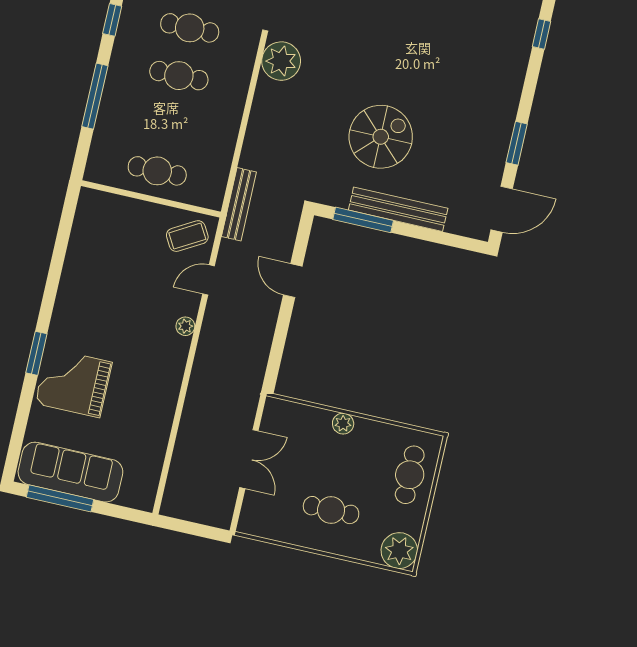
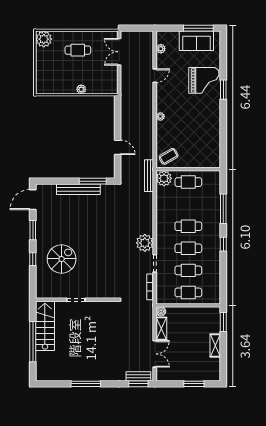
window: (542, 34) -> (33, 259), moved
spiral stairs: (381, 137) -> (62, 259), moved, turned 180
plant: (208, 191) -> (164, 178), added
door: (209, 280) -> (155, 76), moved
double door: (249, 459) -> (119, 52), moved
sofa: (70, 472) -> (196, 41), width x0.73
plant: (151, 472) -> (161, 49), added
cafe table: (410, 475) -> (47, 74), removed

